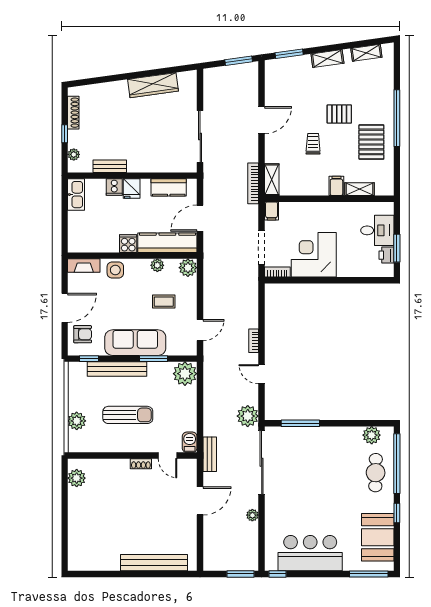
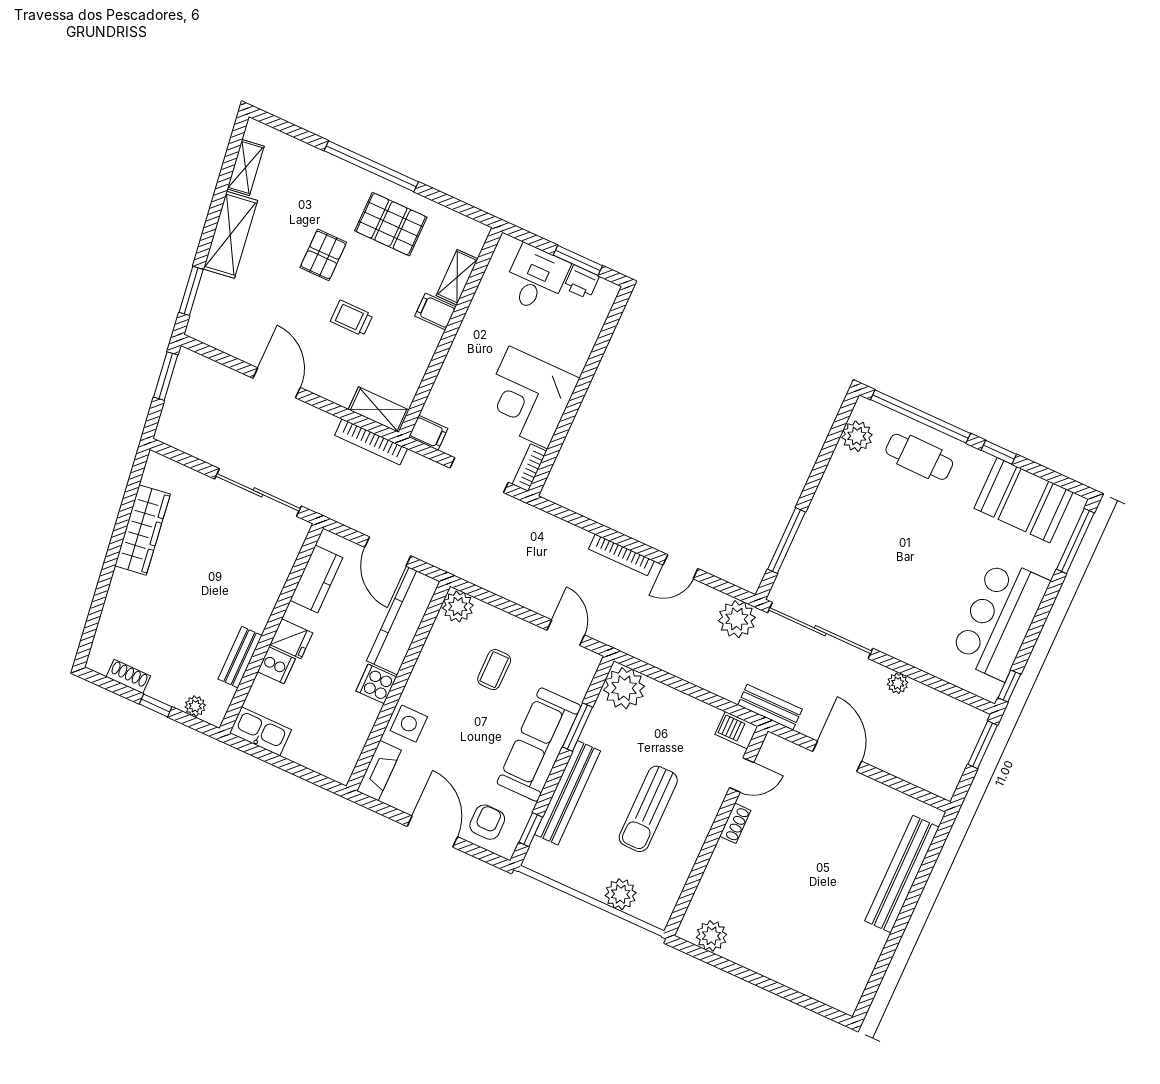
shelving: (327, 59) -> (230, 235), width x1.50, depth x1.33
shoe rack: (73, 113) -> (128, 676), width x0.70
plant: (157, 265) -> (432, 654), removed
bookcase: (254, 341) -> (621, 555), width x1.56
sun lounger: (128, 415) -> (648, 809), turned 180

